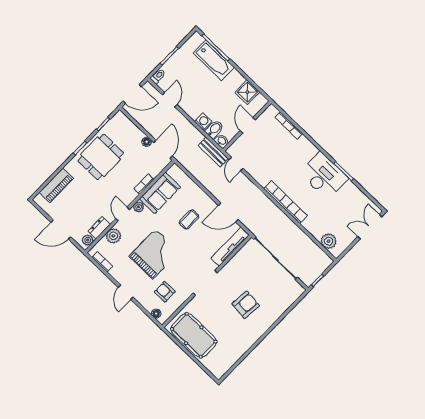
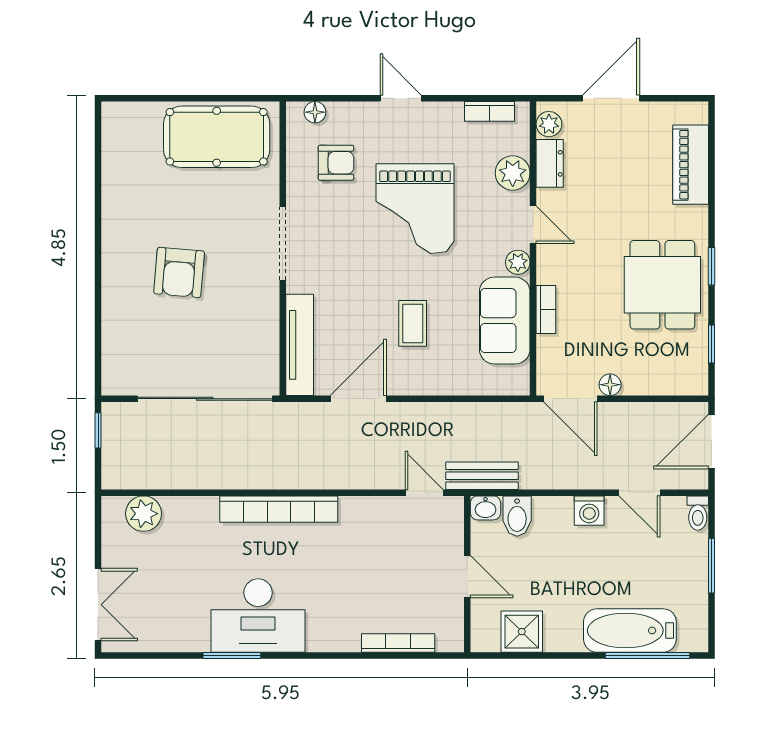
washing machine: (203, 121) -> (589, 511), moved

